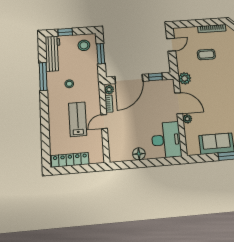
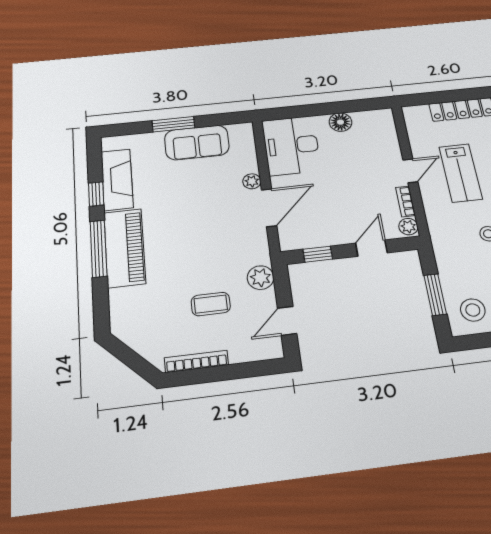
plant: (185, 78) -> (261, 278), moved
door: (129, 79) -> (372, 248), width x0.53
door: (179, 103) -> (269, 208), swing flipped

